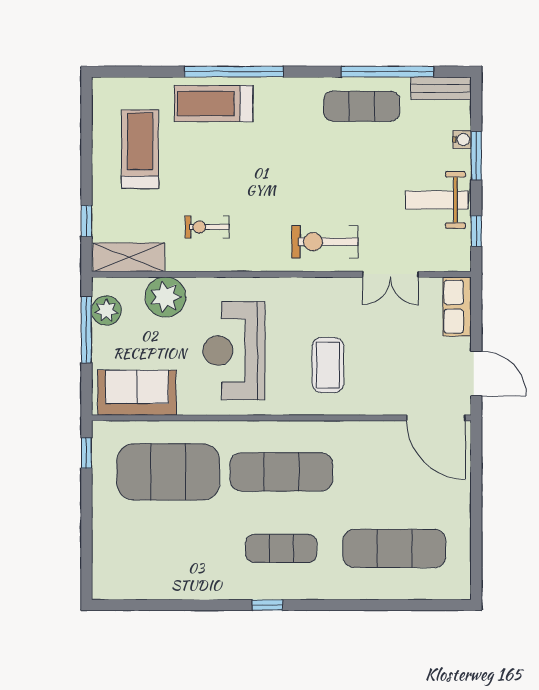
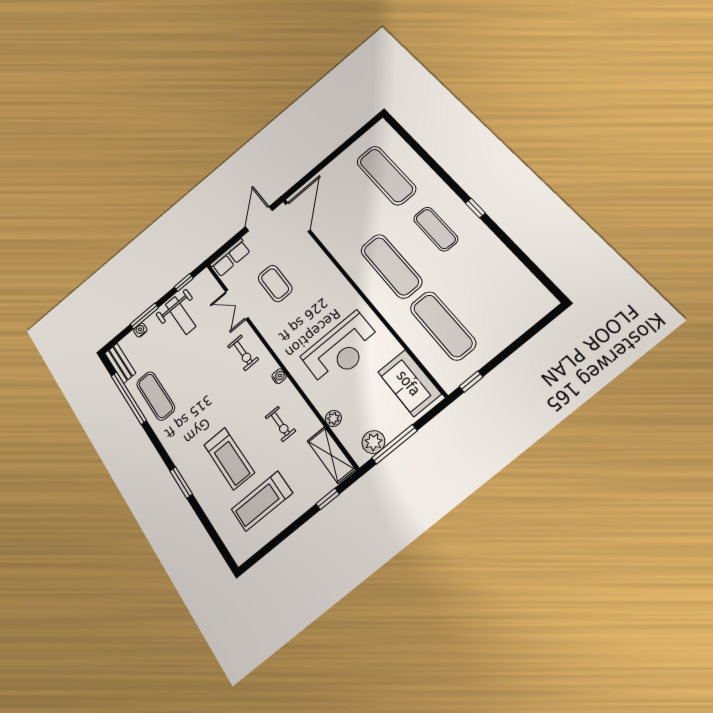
window: (234, 72) -> (181, 483), width x0.47
treadmill: (214, 104) -> (229, 459), moved
exercise bike: (325, 242) -> (243, 353), width x0.73, depth x0.72
water cooler: (262, 263) -> (279, 376), added
double door: (390, 274) -> (237, 305), swing flipped
plant: (165, 297) -> (333, 418), width x0.53, depth x0.53
coffee table: (328, 365) -> (275, 283), moved, turned 90
exercise mat: (168, 472) -> (443, 326), width x0.68

